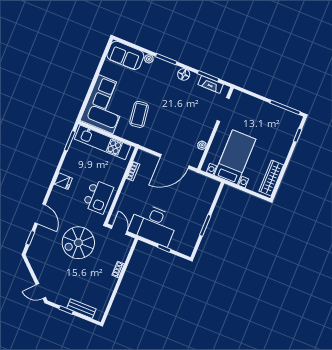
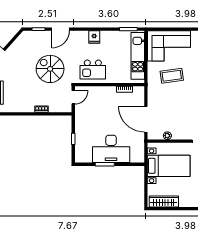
desk: (153, 225) -> (111, 149), moved, turned -90

